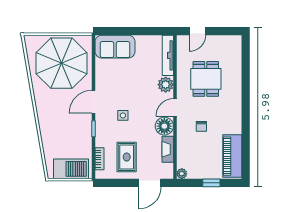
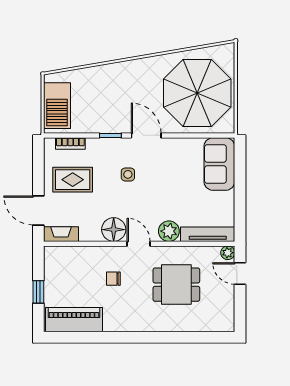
fireplace: (168, 149) -> (61, 234), moved
plant: (182, 174) -> (228, 253), moved

